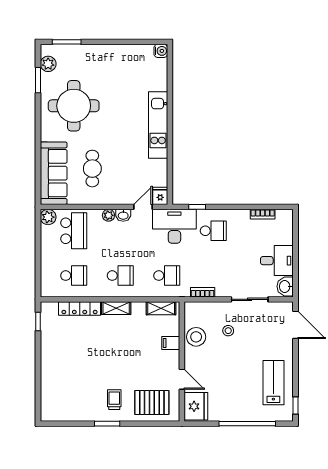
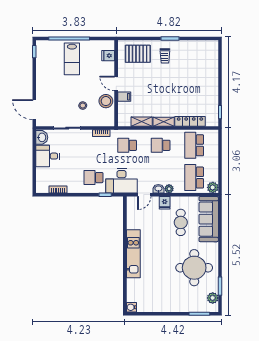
fridge: (160, 196) -> (165, 203), moved
school desk: (74, 276) -> (194, 145), width x1.85
shelving: (161, 308) -> (142, 122), moved
door: (182, 379) -> (116, 84), moved
lab bench: (273, 383) -> (72, 59), moved
fridge: (196, 406) -> (108, 56), width x0.53, depth x0.75

